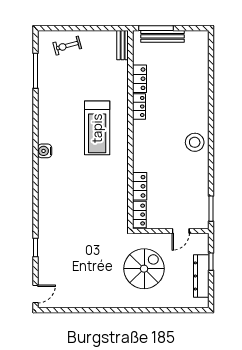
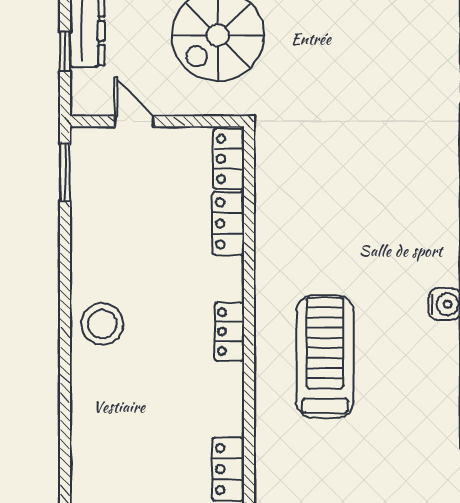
locker: (139, 106) -> (229, 332), moved
door: (181, 231) -> (134, 121), hinge flipped

